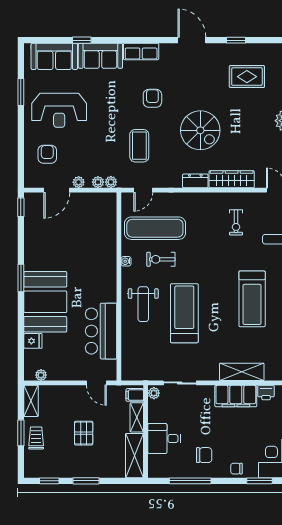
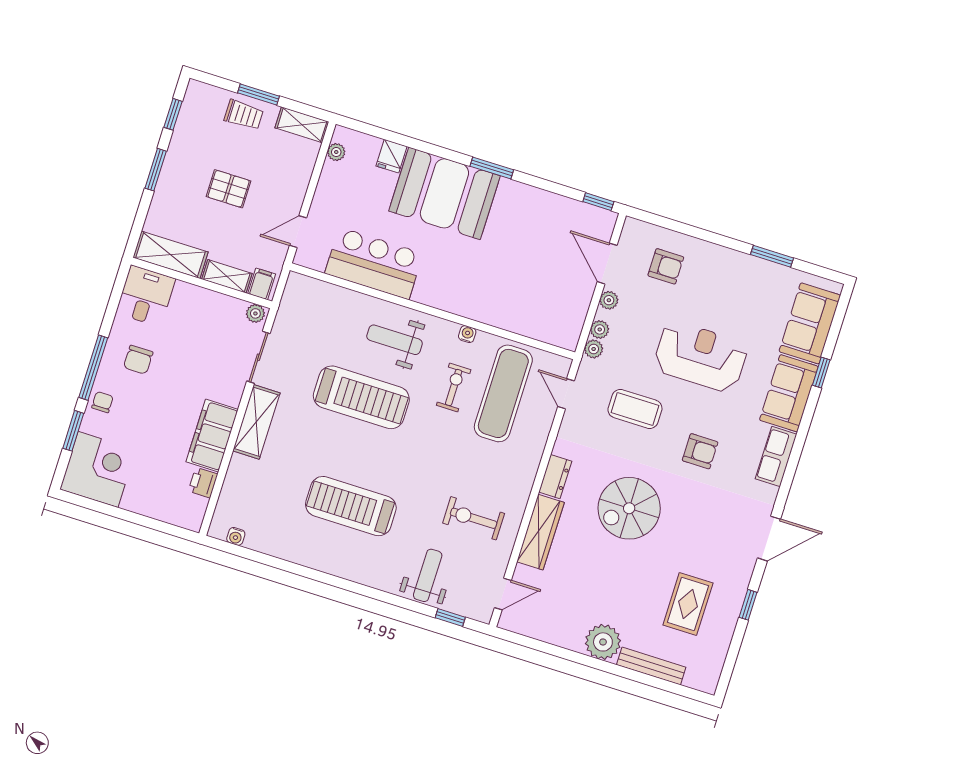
reception desk: (59, 110) -> (701, 357), moved, turned 90
exercise bike: (236, 222) -> (474, 518), width x1.38, depth x1.39
shelving: (242, 372) -> (256, 422), moved
desk: (164, 438) -> (146, 296), moved
window: (190, 481) -> (93, 368), moved

